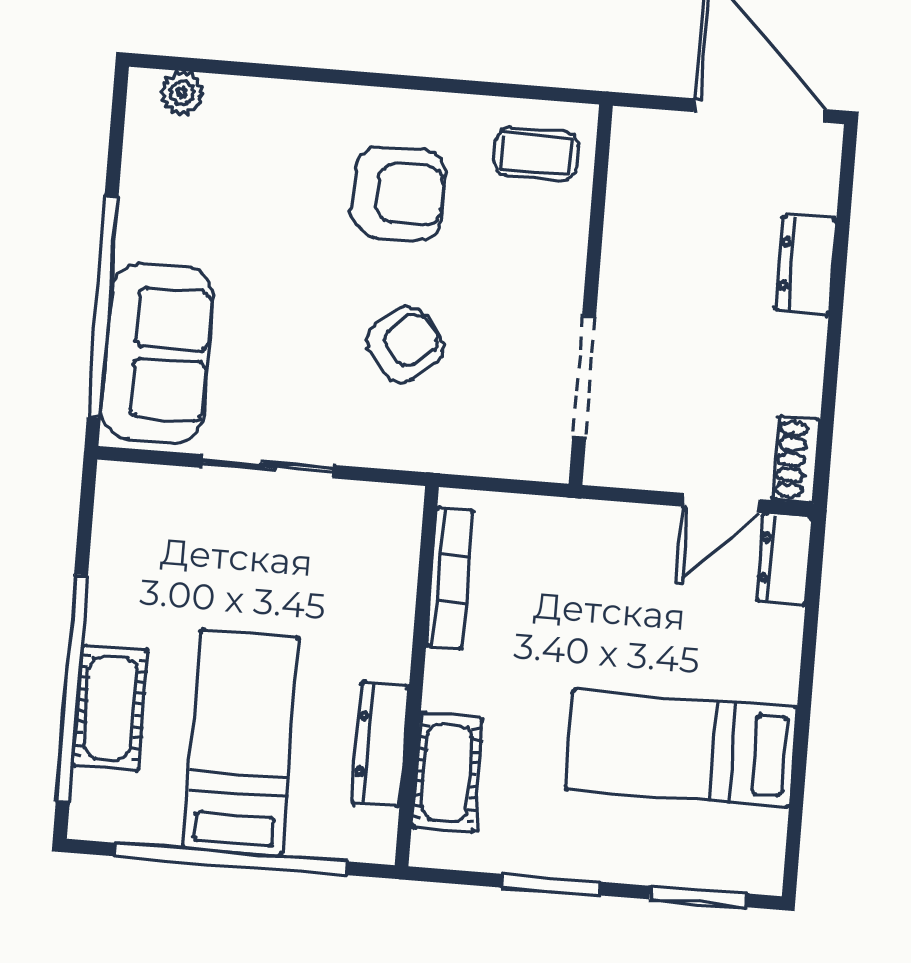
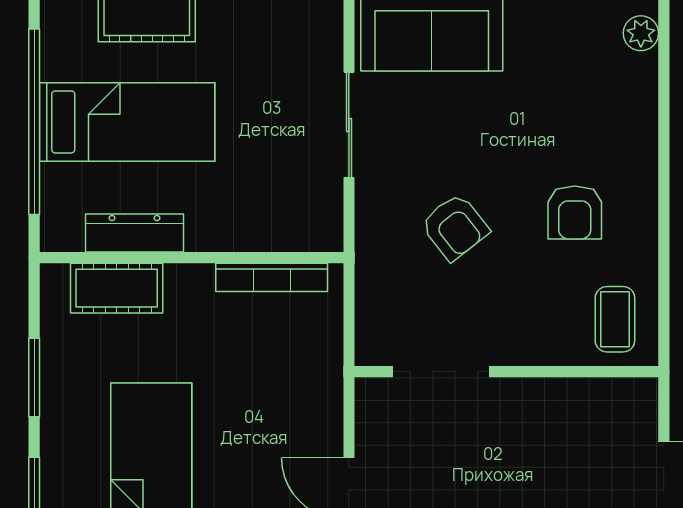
armchair: (399, 194) -> (575, 212), width x0.72, depth x0.72

